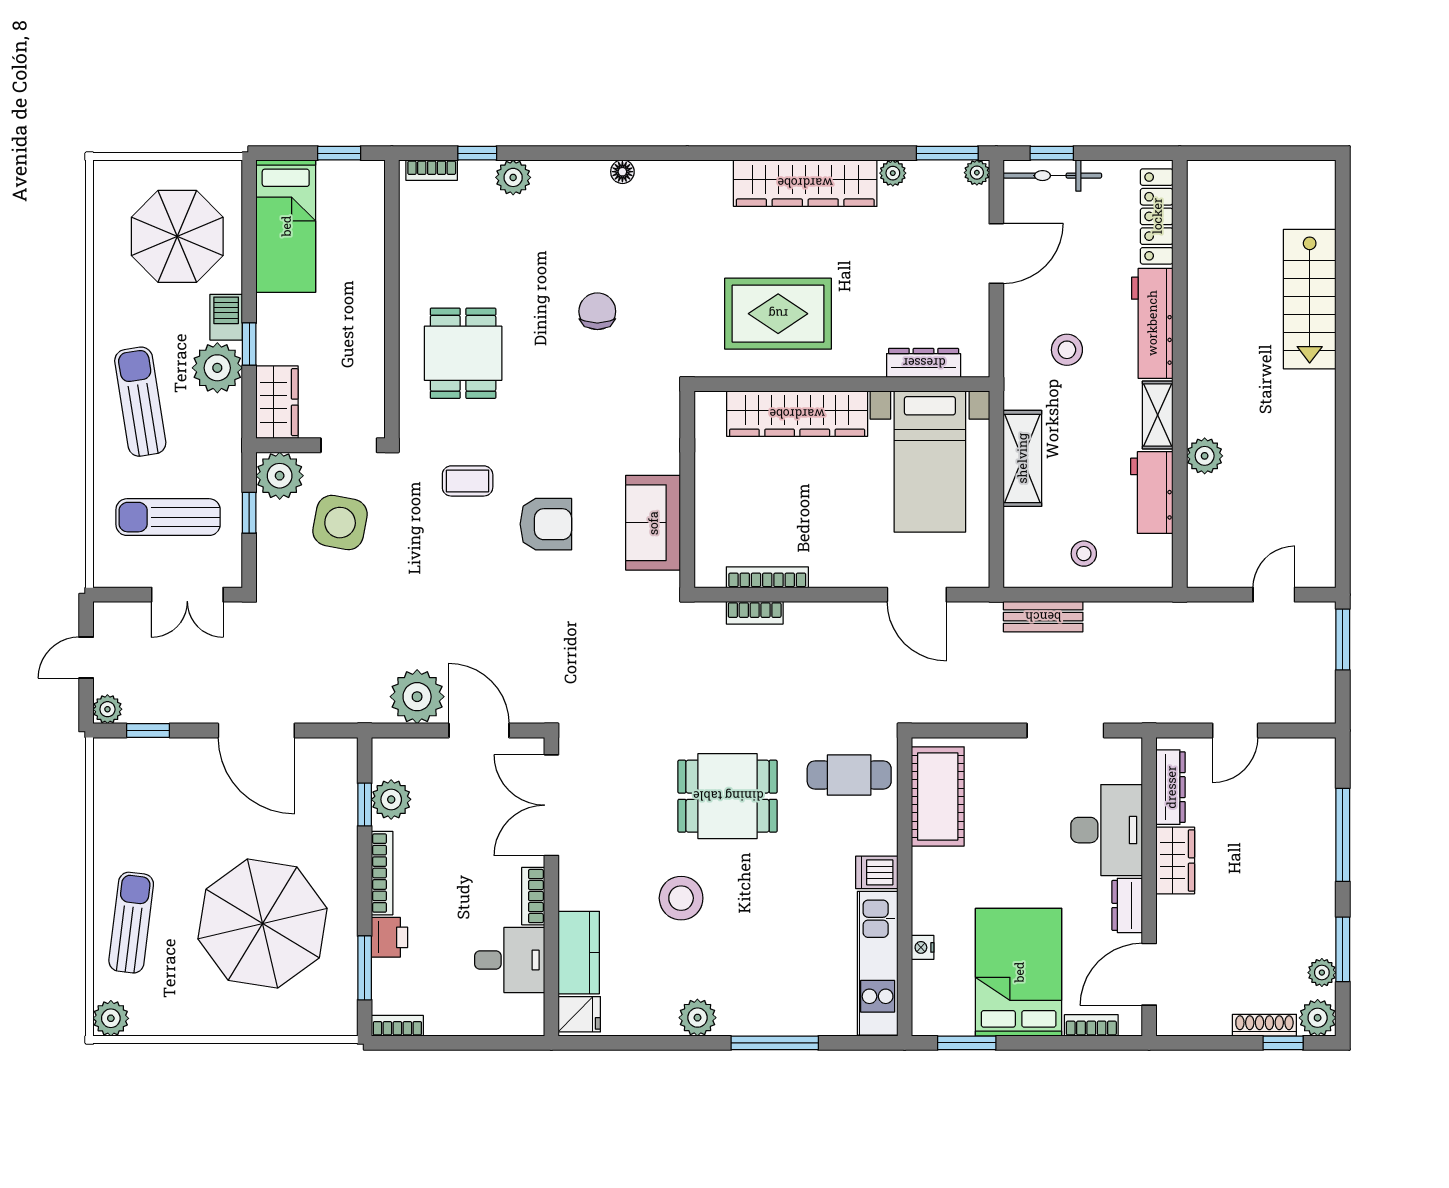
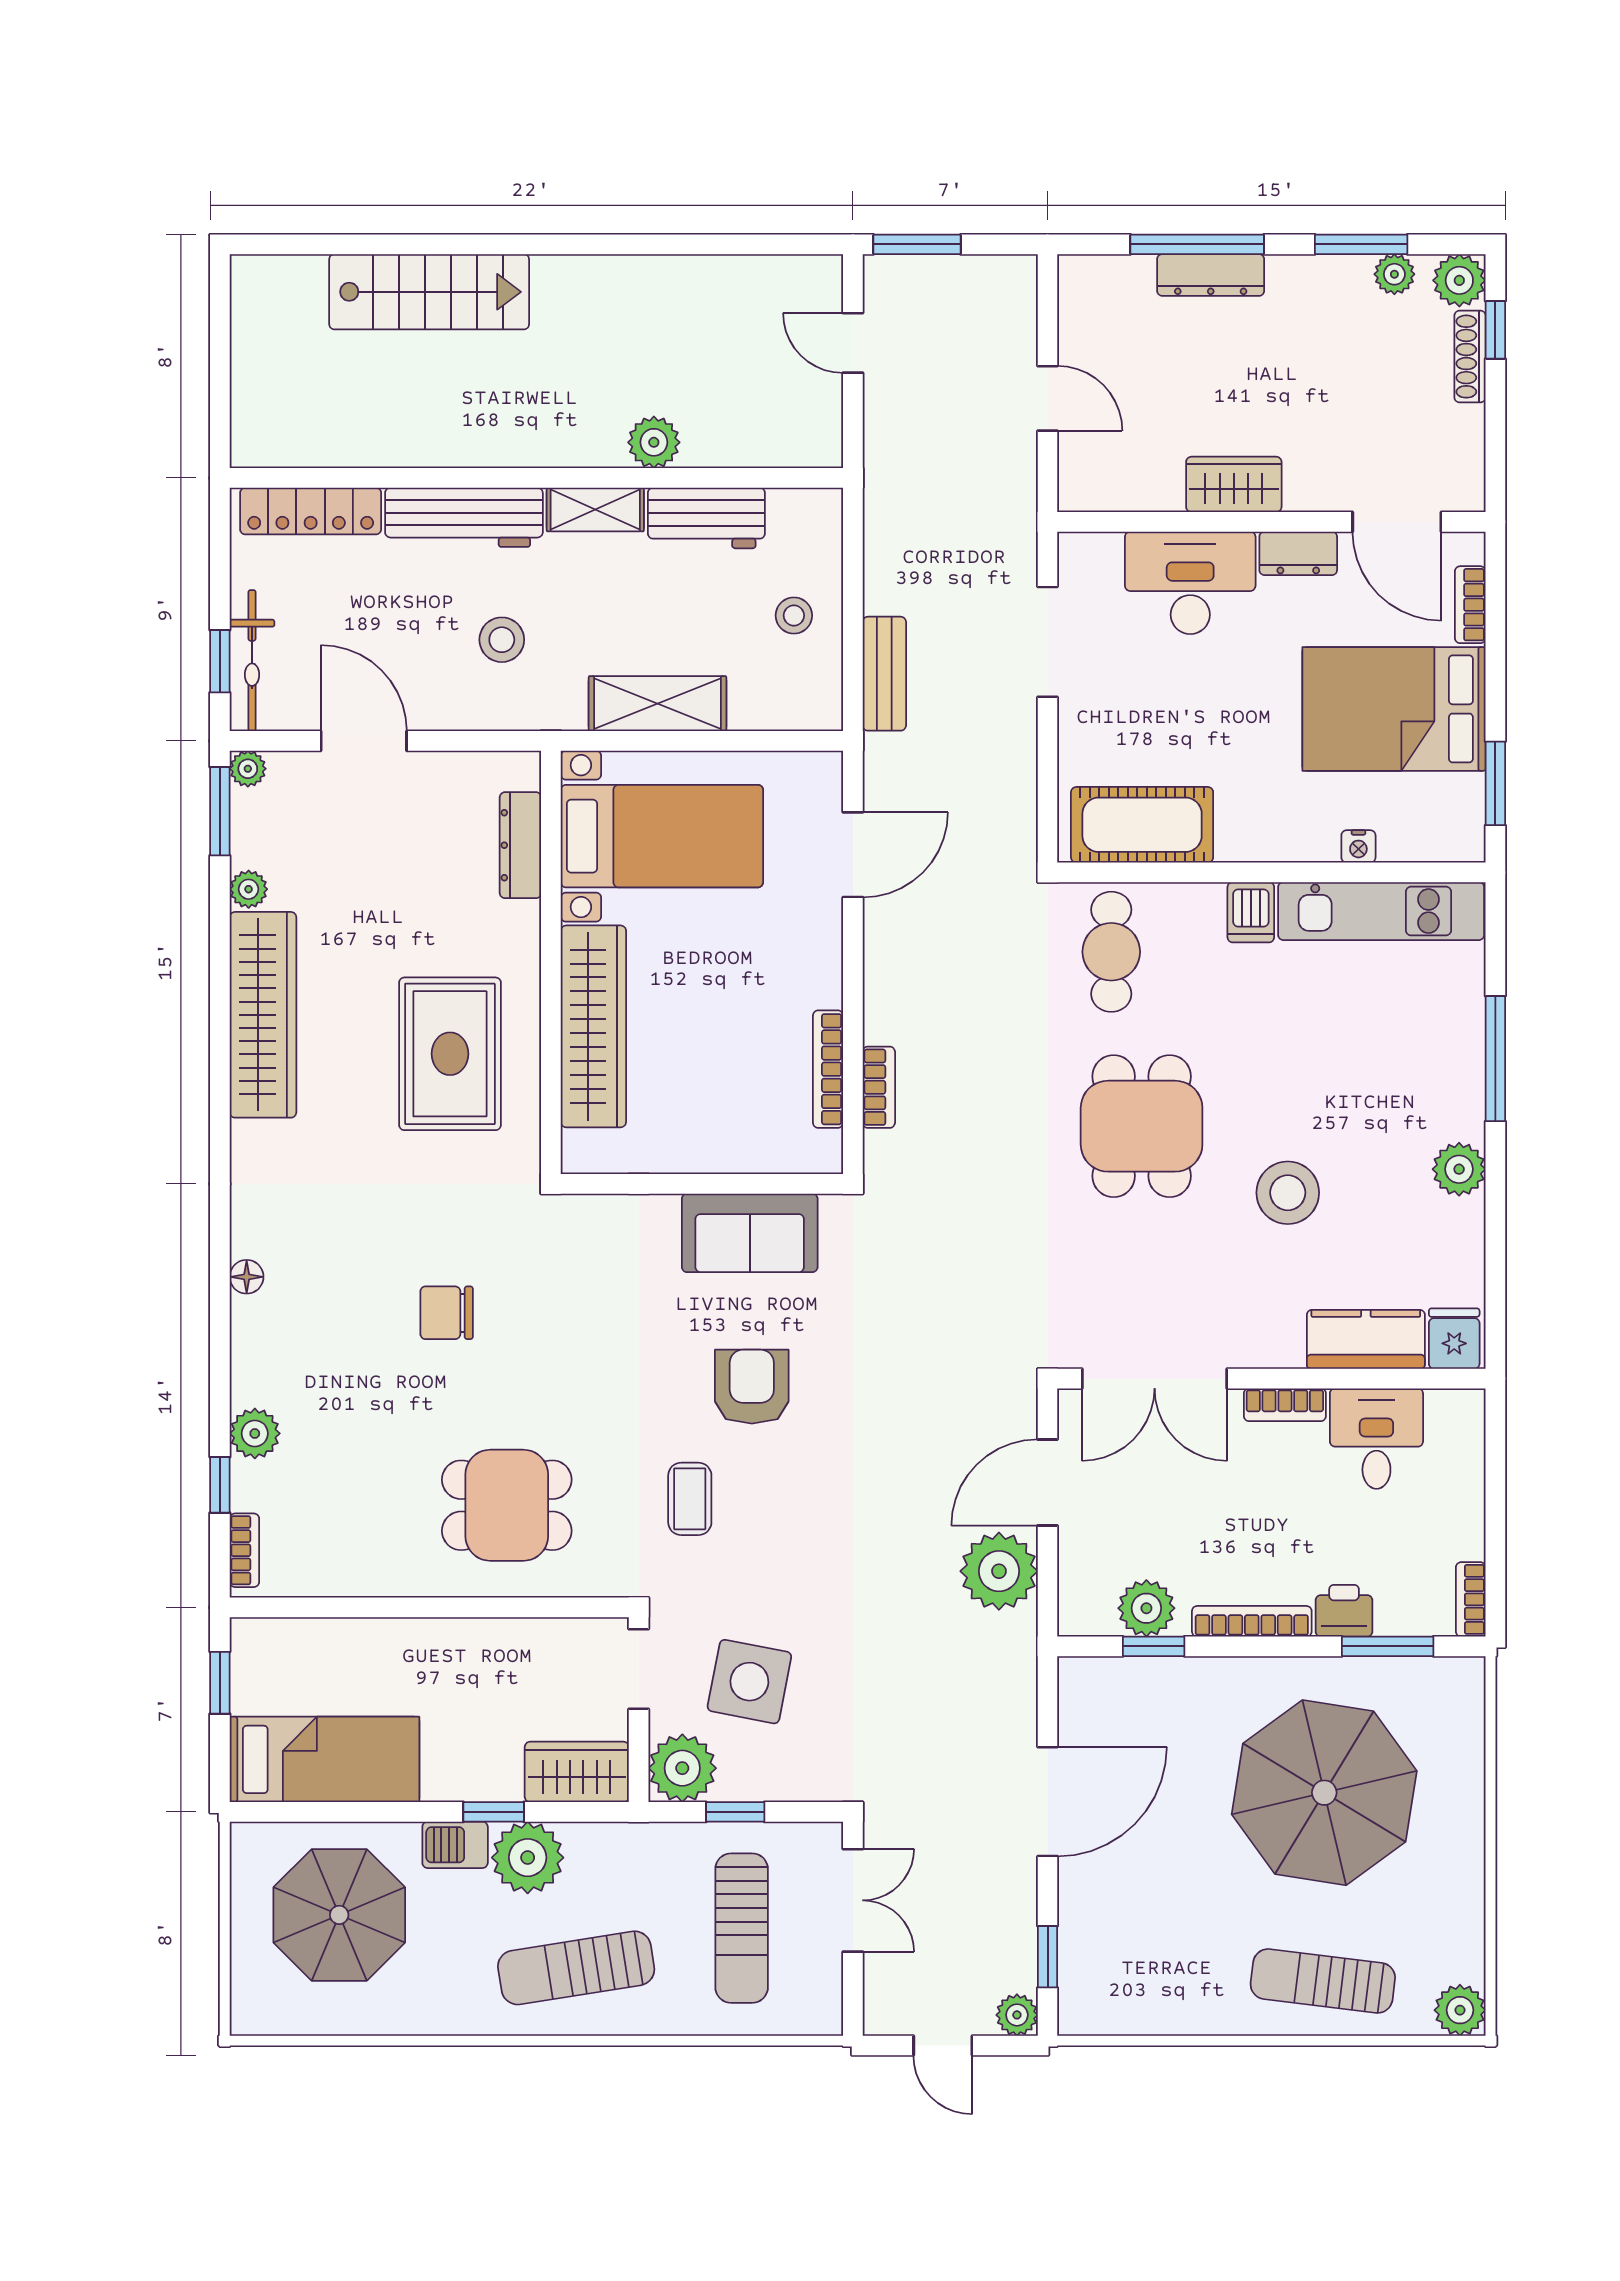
dresser: (1171, 787) -> (1211, 275), moved, turned 180

